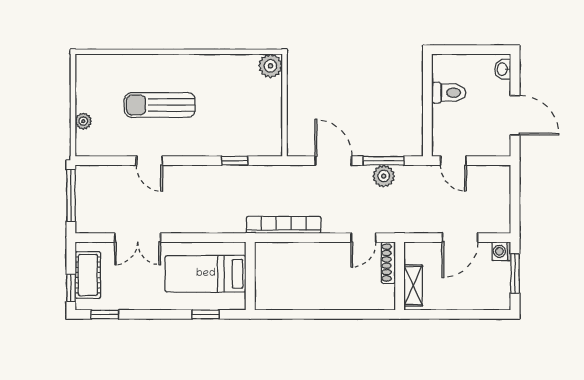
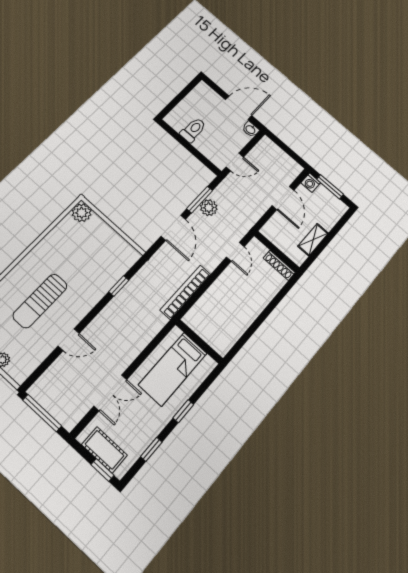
washbasin: (503, 69) -> (251, 129), moved
door: (333, 161) -> (173, 228), swing flipped
shoe rack: (388, 263) -> (279, 265), moved
shelving: (413, 285) -> (313, 240), moved, turned 90
window: (105, 314) -> (151, 449), moved
window: (205, 314) -> (183, 411), moved

